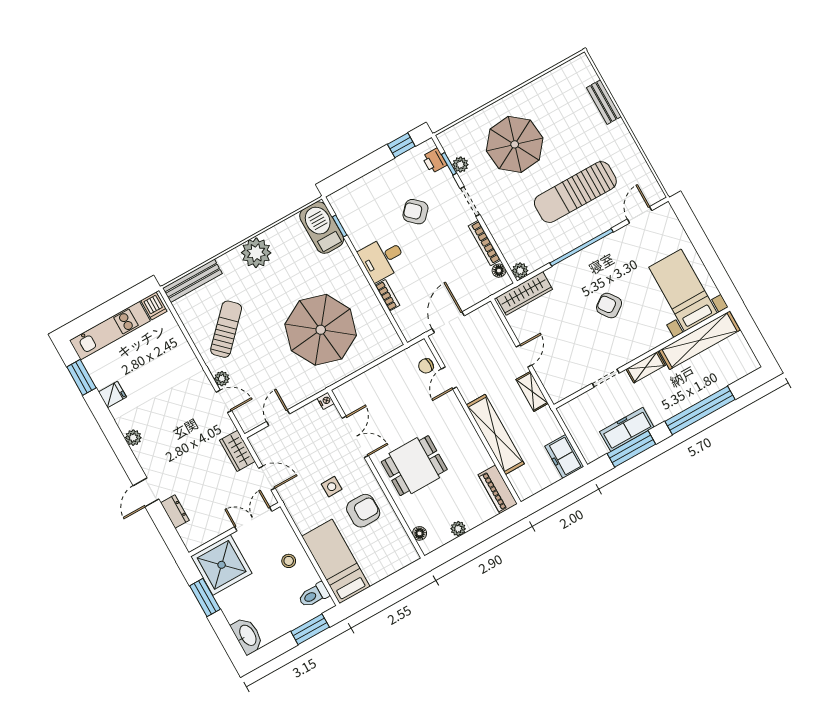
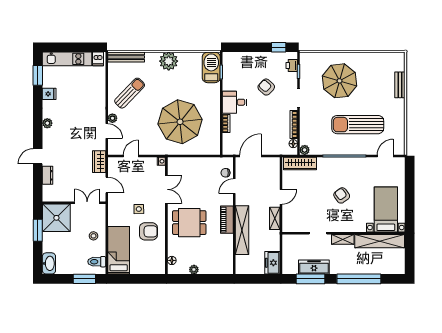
plant: (460, 165) -> (304, 75), removed
piano: (498, 489) -> (227, 220), moved

